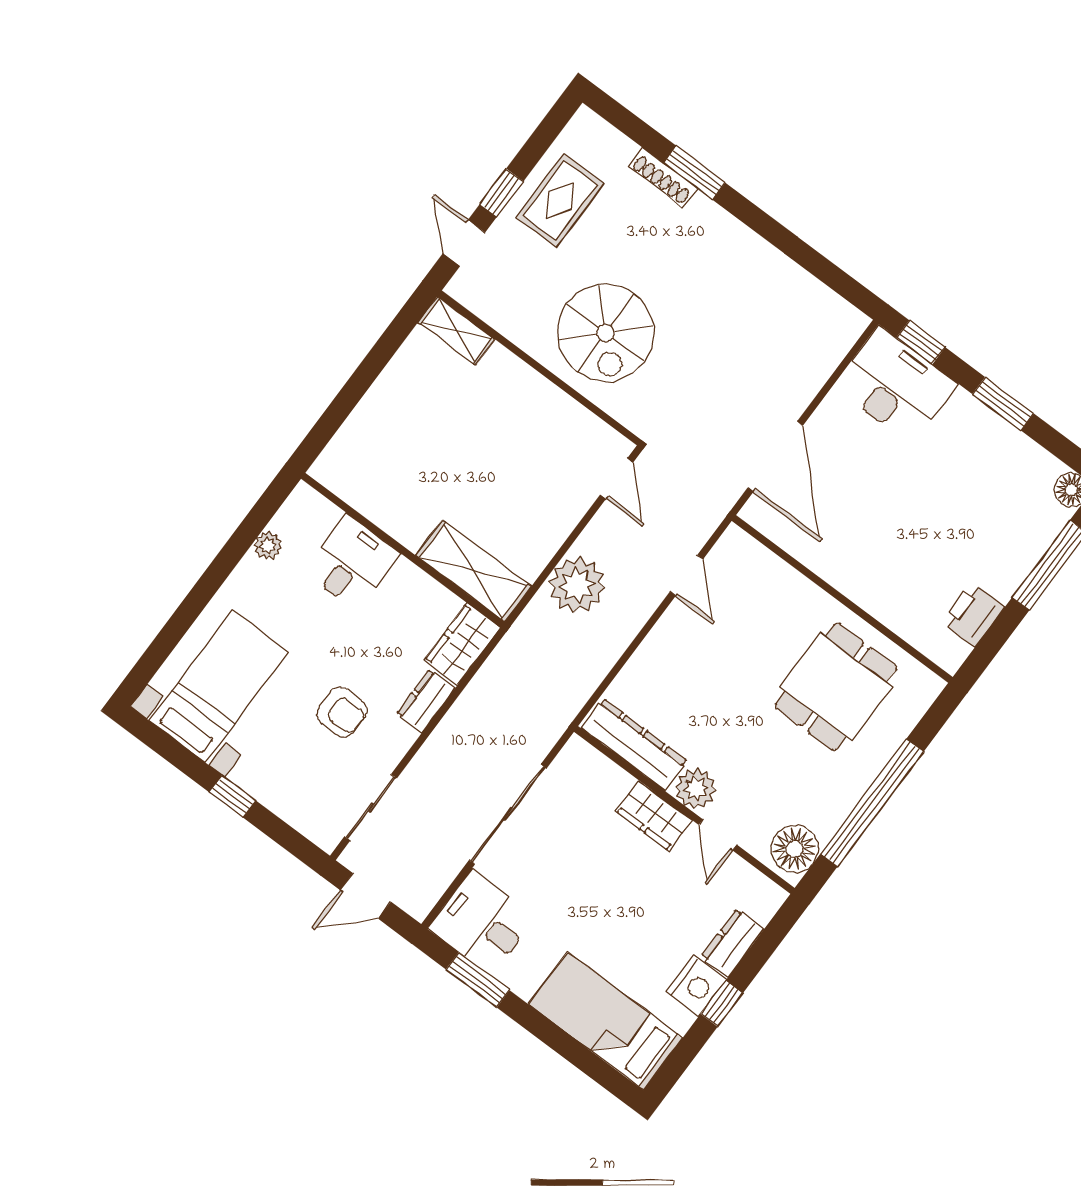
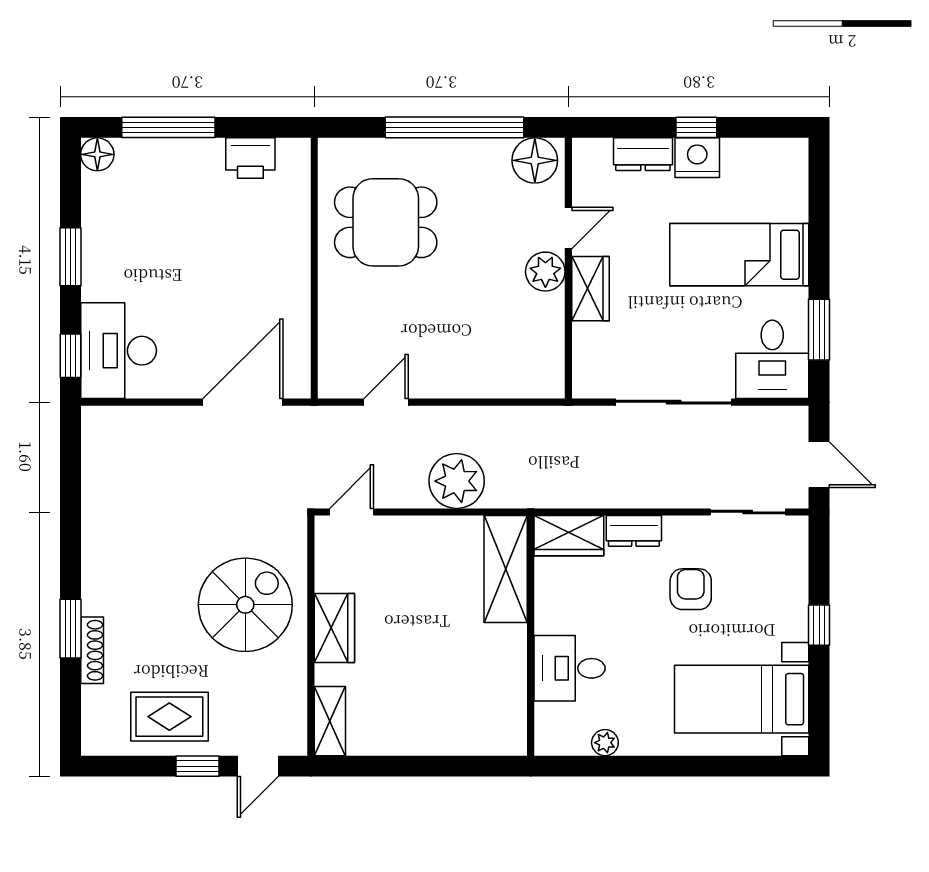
wardrobe: (531, 392) -> (334, 628), added
dresser: (634, 745) -> (547, 345), removed
bed: (606, 1021) -> (739, 255), moved, turned 90

